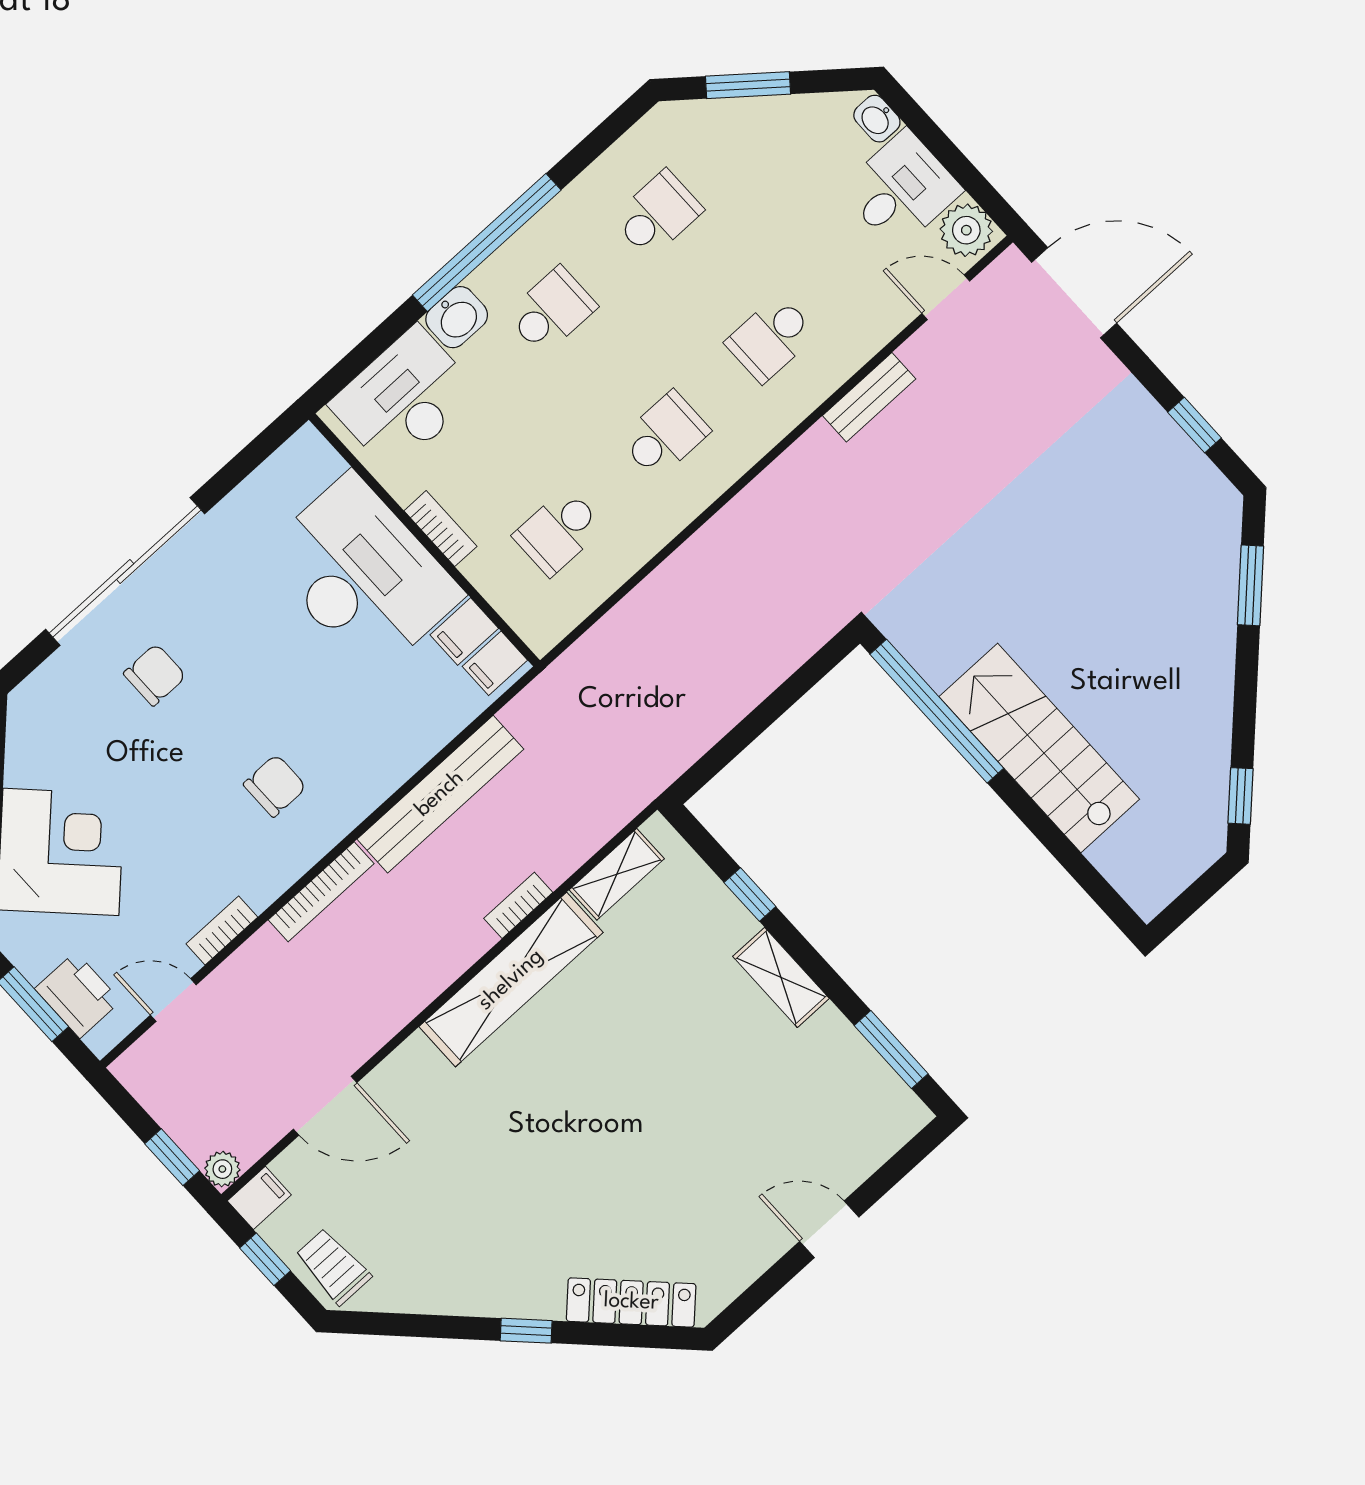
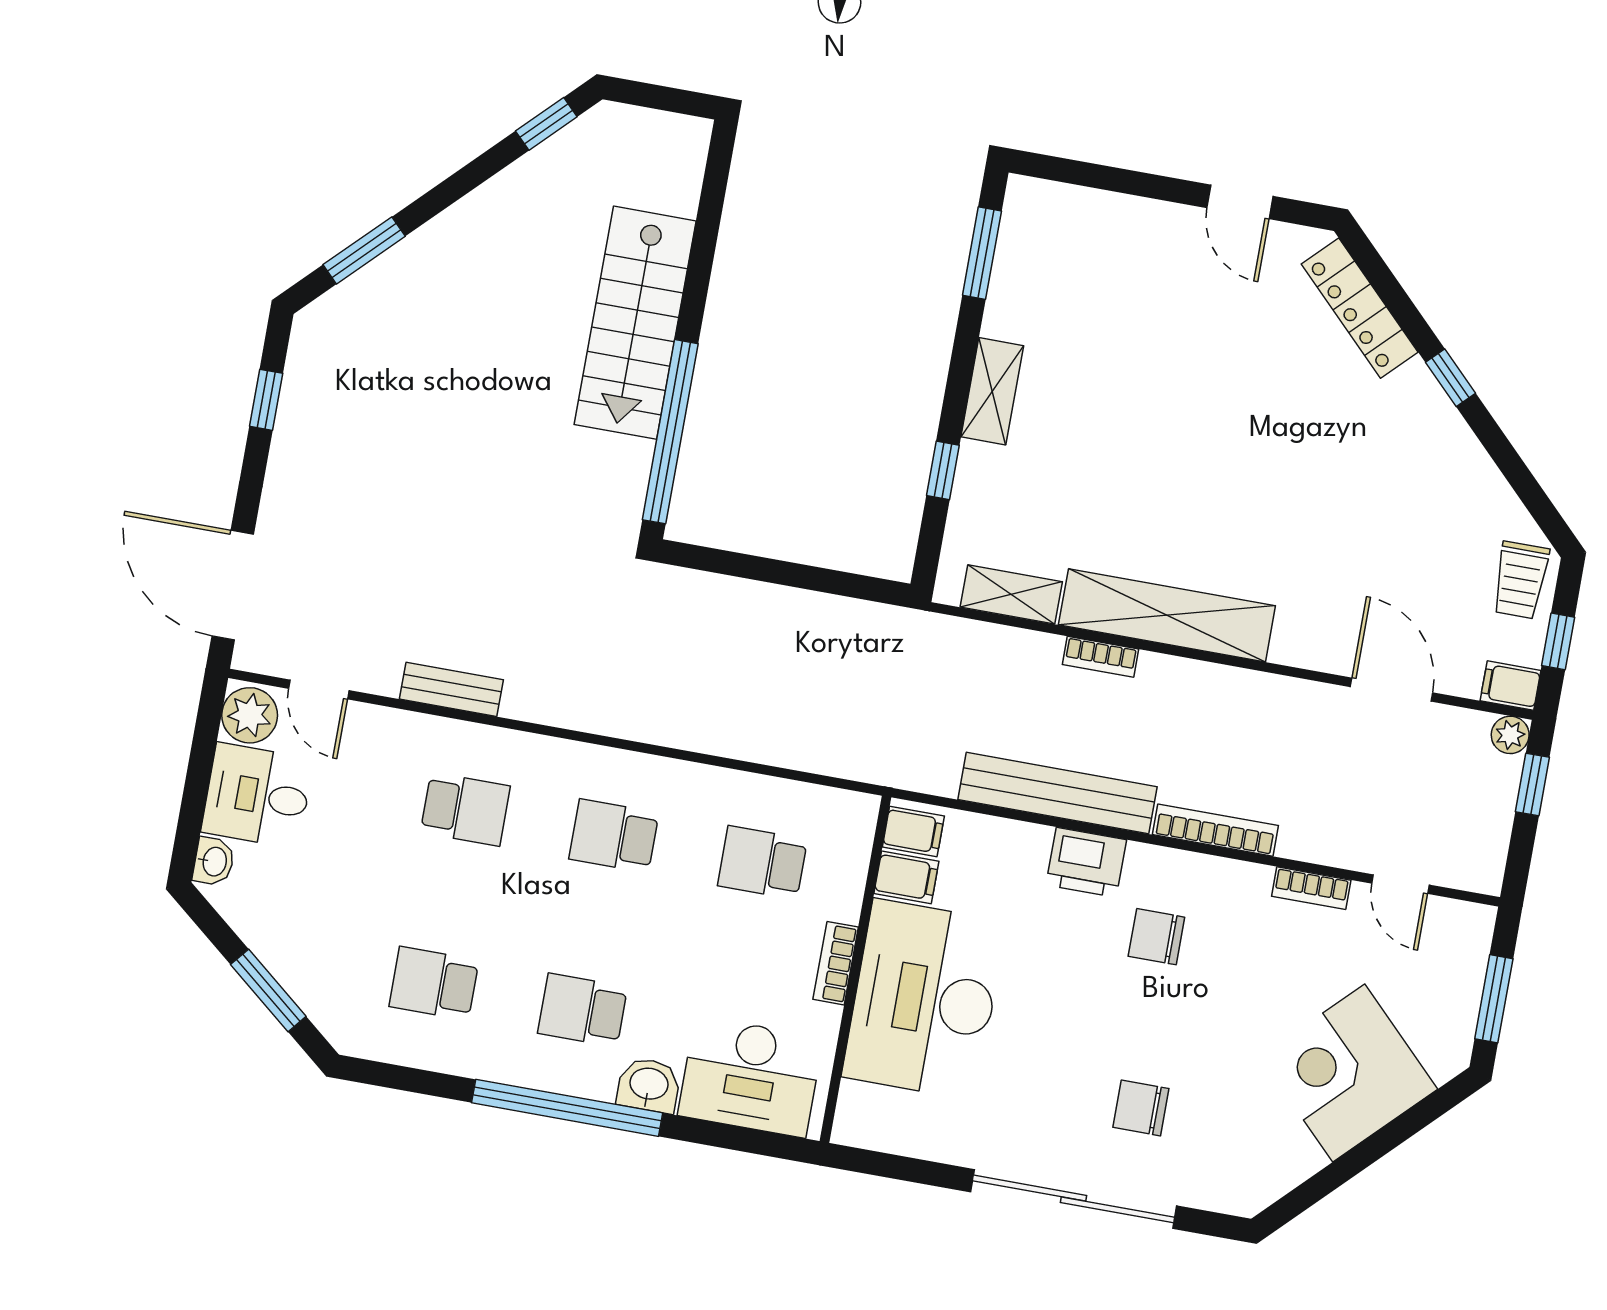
school desk: (559, 532) -> (762, 863), turned 180
printer: (78, 995) -> (1086, 862), moved, turned -90
door: (829, 1229) -> (1240, 202), moved

